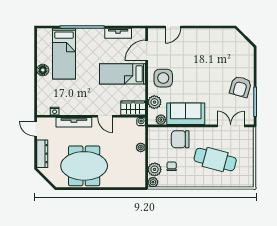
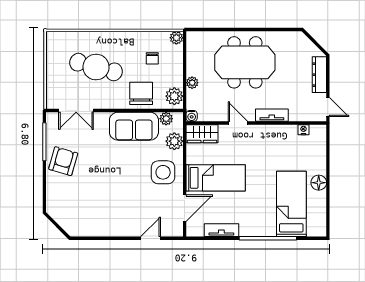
tv unit: (74, 122) -> (272, 115), width x0.71
chair: (180, 139) -> (141, 93), turned -90
meeting table: (84, 166) -> (245, 62), moved
plant: (155, 169) -> (174, 96), moved

